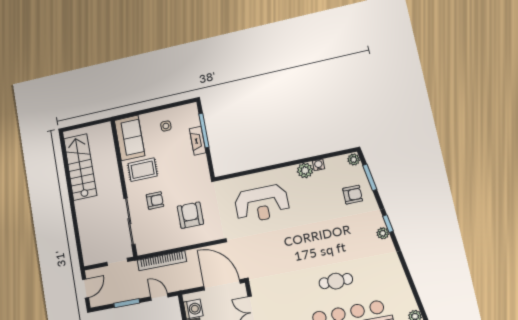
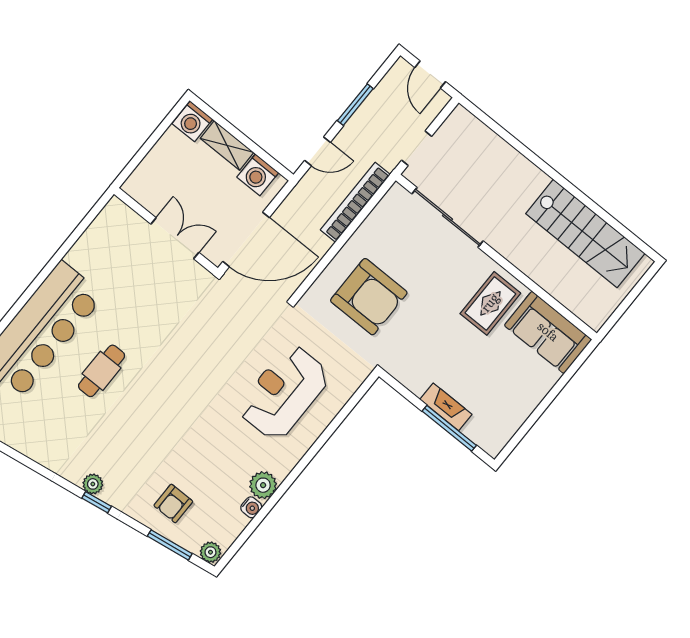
side table: (166, 126) -> (509, 391), removed
armchair: (155, 201) -> (436, 275), removed
armchair: (190, 215) -> (369, 297), width x1.36, depth x1.36

